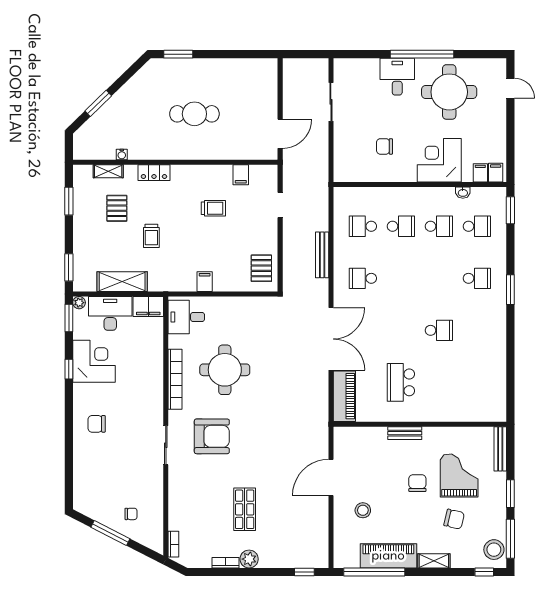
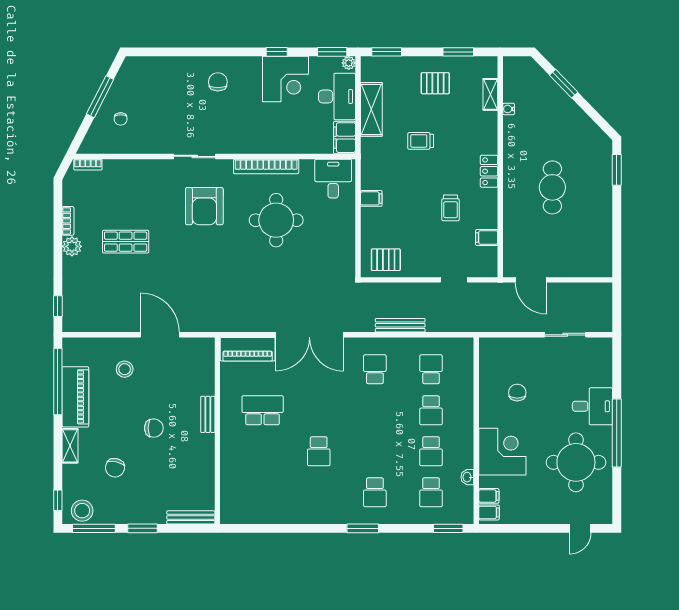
locker: (154, 173) -> (489, 171), moved
pallet: (117, 208) -> (435, 83), moved
grand piano: (459, 475) -> (162, 473), removed

